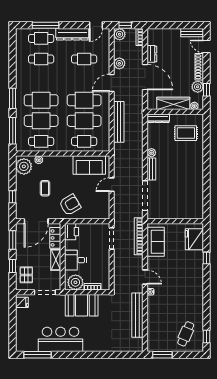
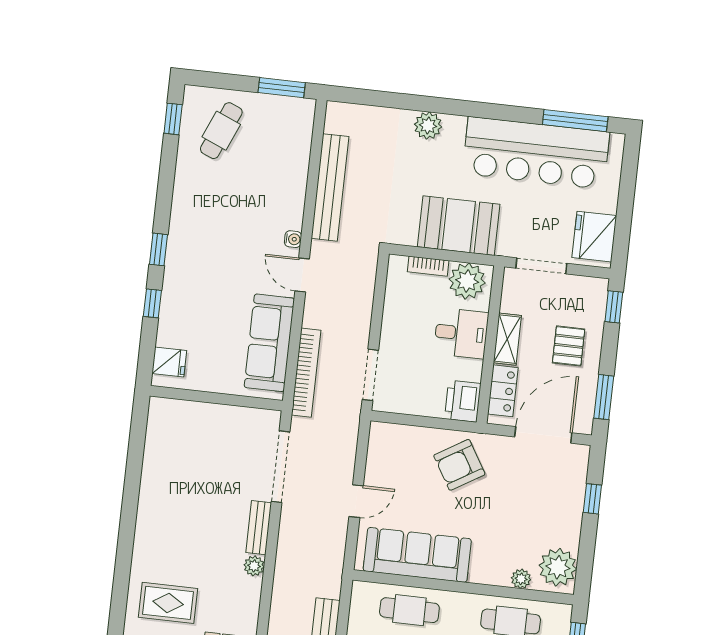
sofa: (89, 165) -> (417, 555), width x1.36
coffee table: (45, 188) -> (514, 510), removed
fridge: (194, 239) -> (169, 362), width x0.53, depth x0.75
sofa: (156, 242) -> (269, 343), width x1.36
window: (13, 266) -> (614, 307), moved
pallet: (26, 275) -> (569, 346), moved
window: (207, 281) -> (158, 249), added
fridge: (22, 302) -> (594, 237), width x1.88, depth x1.34
bar counter: (61, 339) -> (536, 153), width x1.36
plant: (99, 346) -> (428, 126), added

